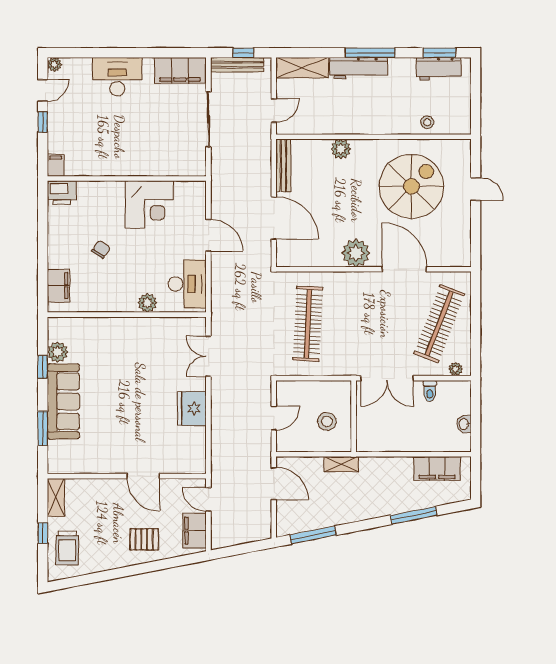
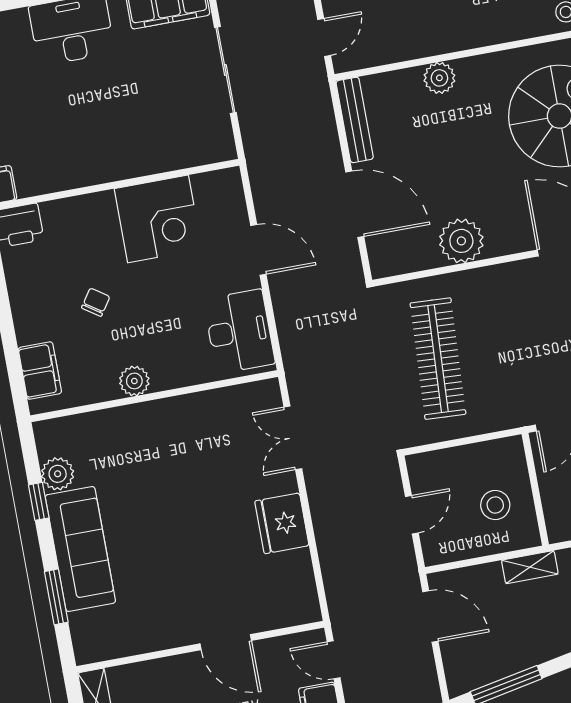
plant: (356, 253) -> (461, 241), moved
plant: (147, 303) -> (134, 381), moved

